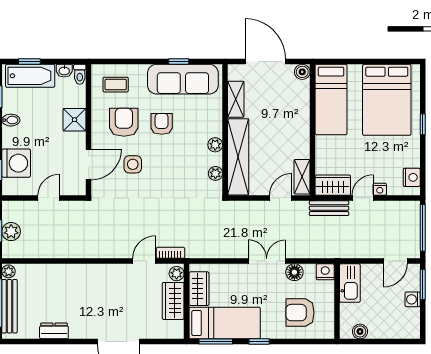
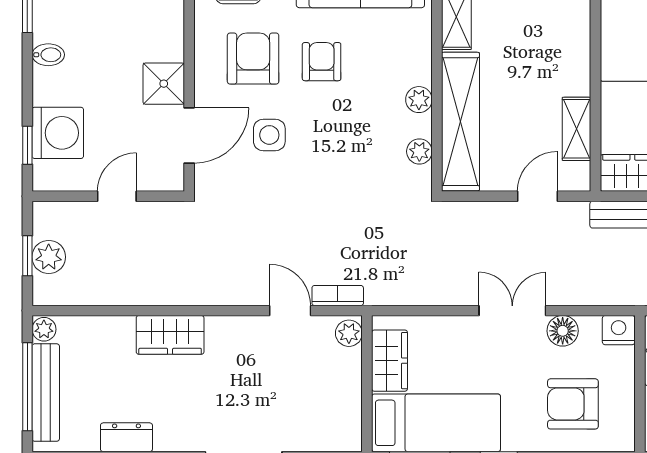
shower: (75, 120) -> (164, 84), moved
shelving: (302, 177) -> (576, 129), moved
door: (144, 261) -> (290, 311), hinge flipped
wardrobe: (173, 301) -> (170, 335), moved, turned -90

